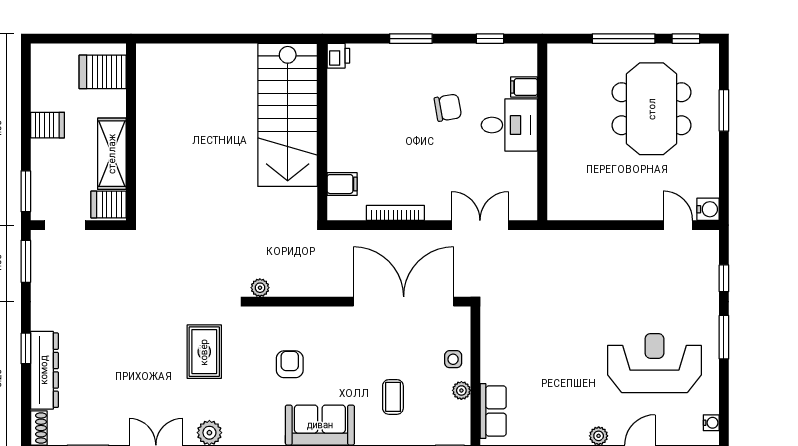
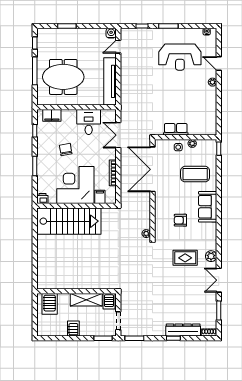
filing cabinet: (524, 87) -> (52, 115), width x2.00
meeting table: (652, 109) -> (63, 77), moved
desk: (509, 125) -> (89, 122), moved
corner desk: (369, 129) -> (75, 185), added
tv unit: (600, 207) -> (110, 81), added
rug: (204, 352) -> (185, 258), moved
reception desk: (654, 363) -> (180, 57), turned -90
coffee table: (393, 397) -> (195, 174), width x1.86, depth x1.72
row of seats: (493, 411) -> (176, 129), moved

